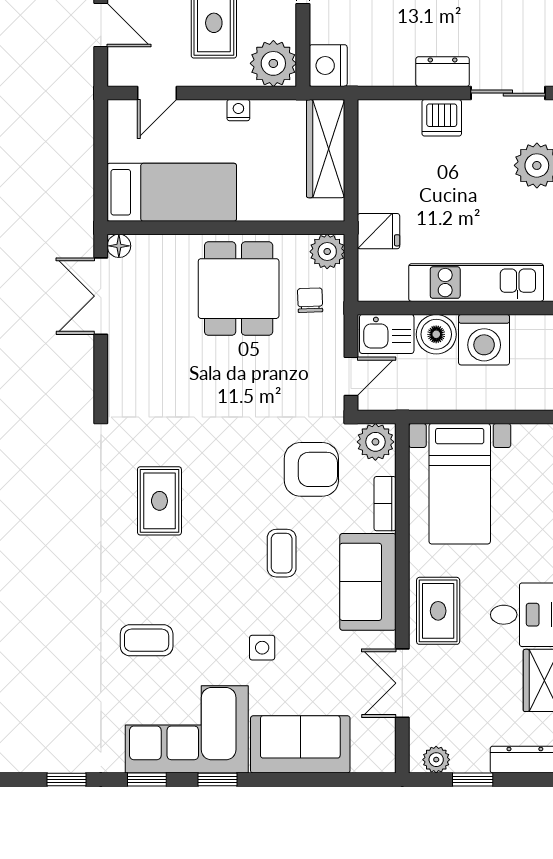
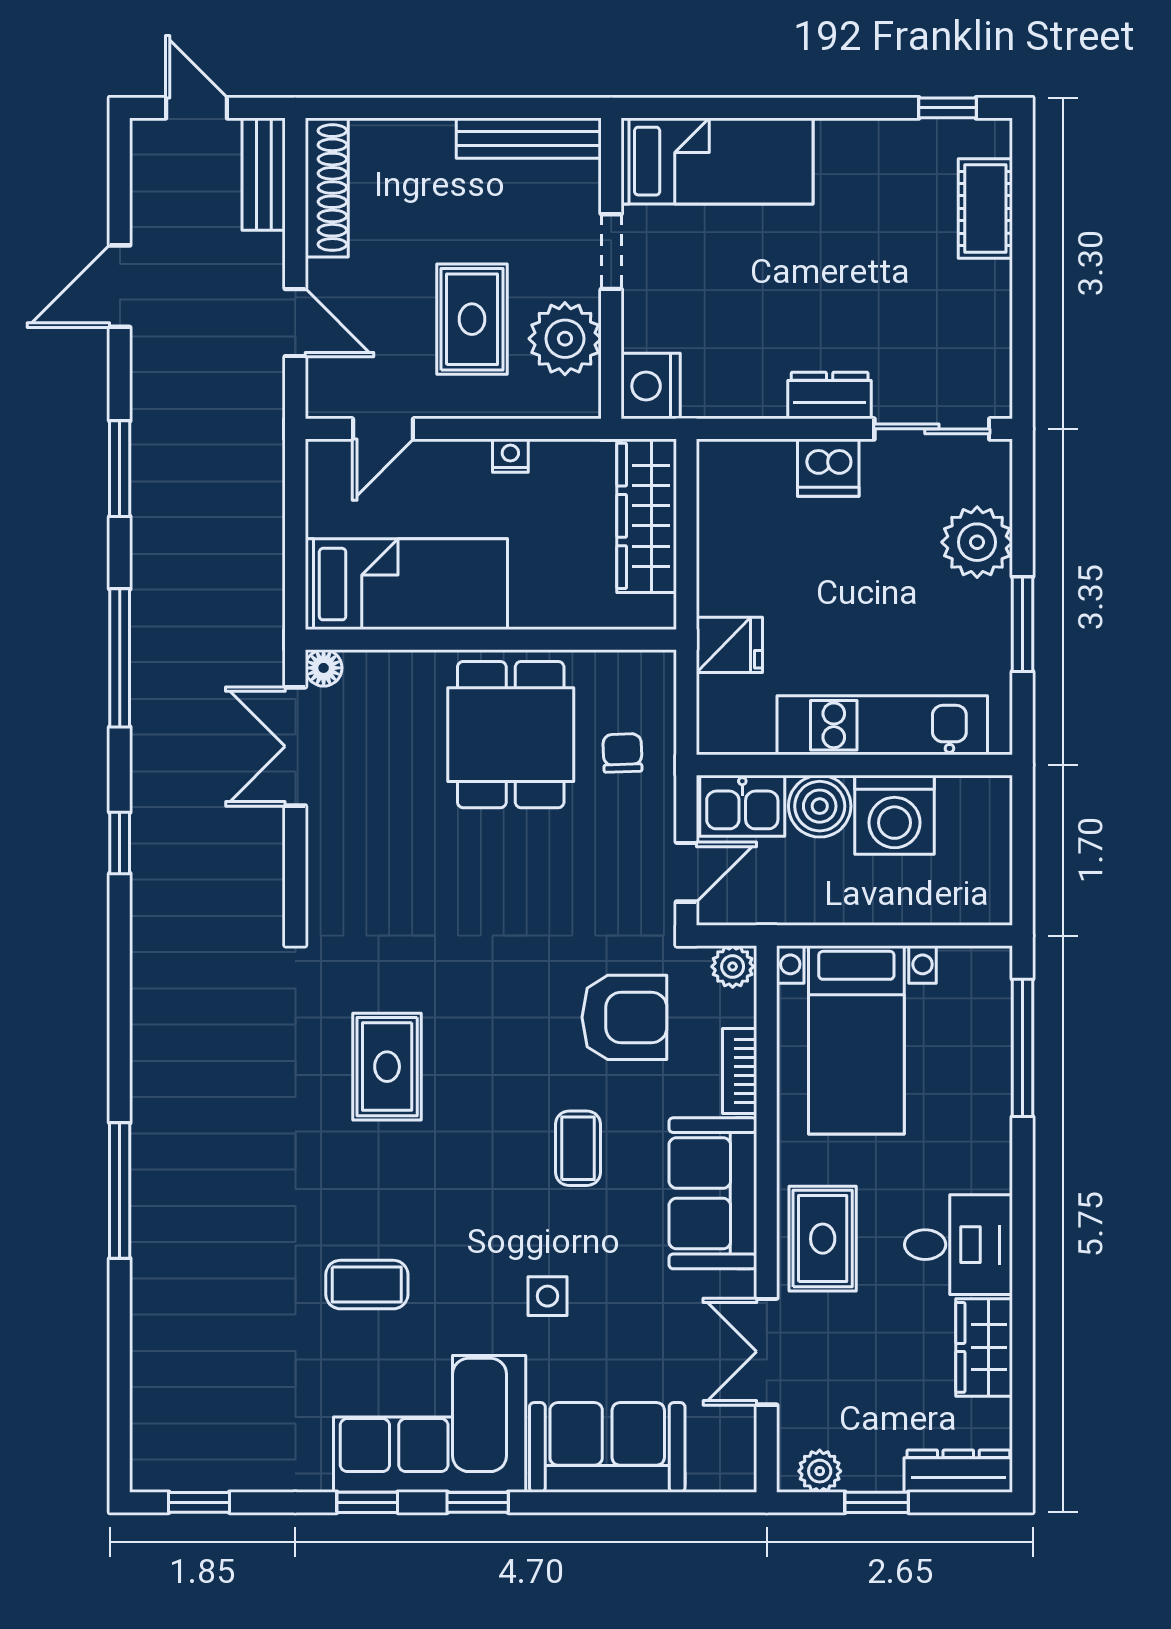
plant: (273, 63) -> (565, 339), moved
plant: (327, 252) -> (649, 677), removed
plant: (375, 442) -> (733, 967), width x0.73, depth x0.73
window: (67, 780) -> (199, 1502), moved

